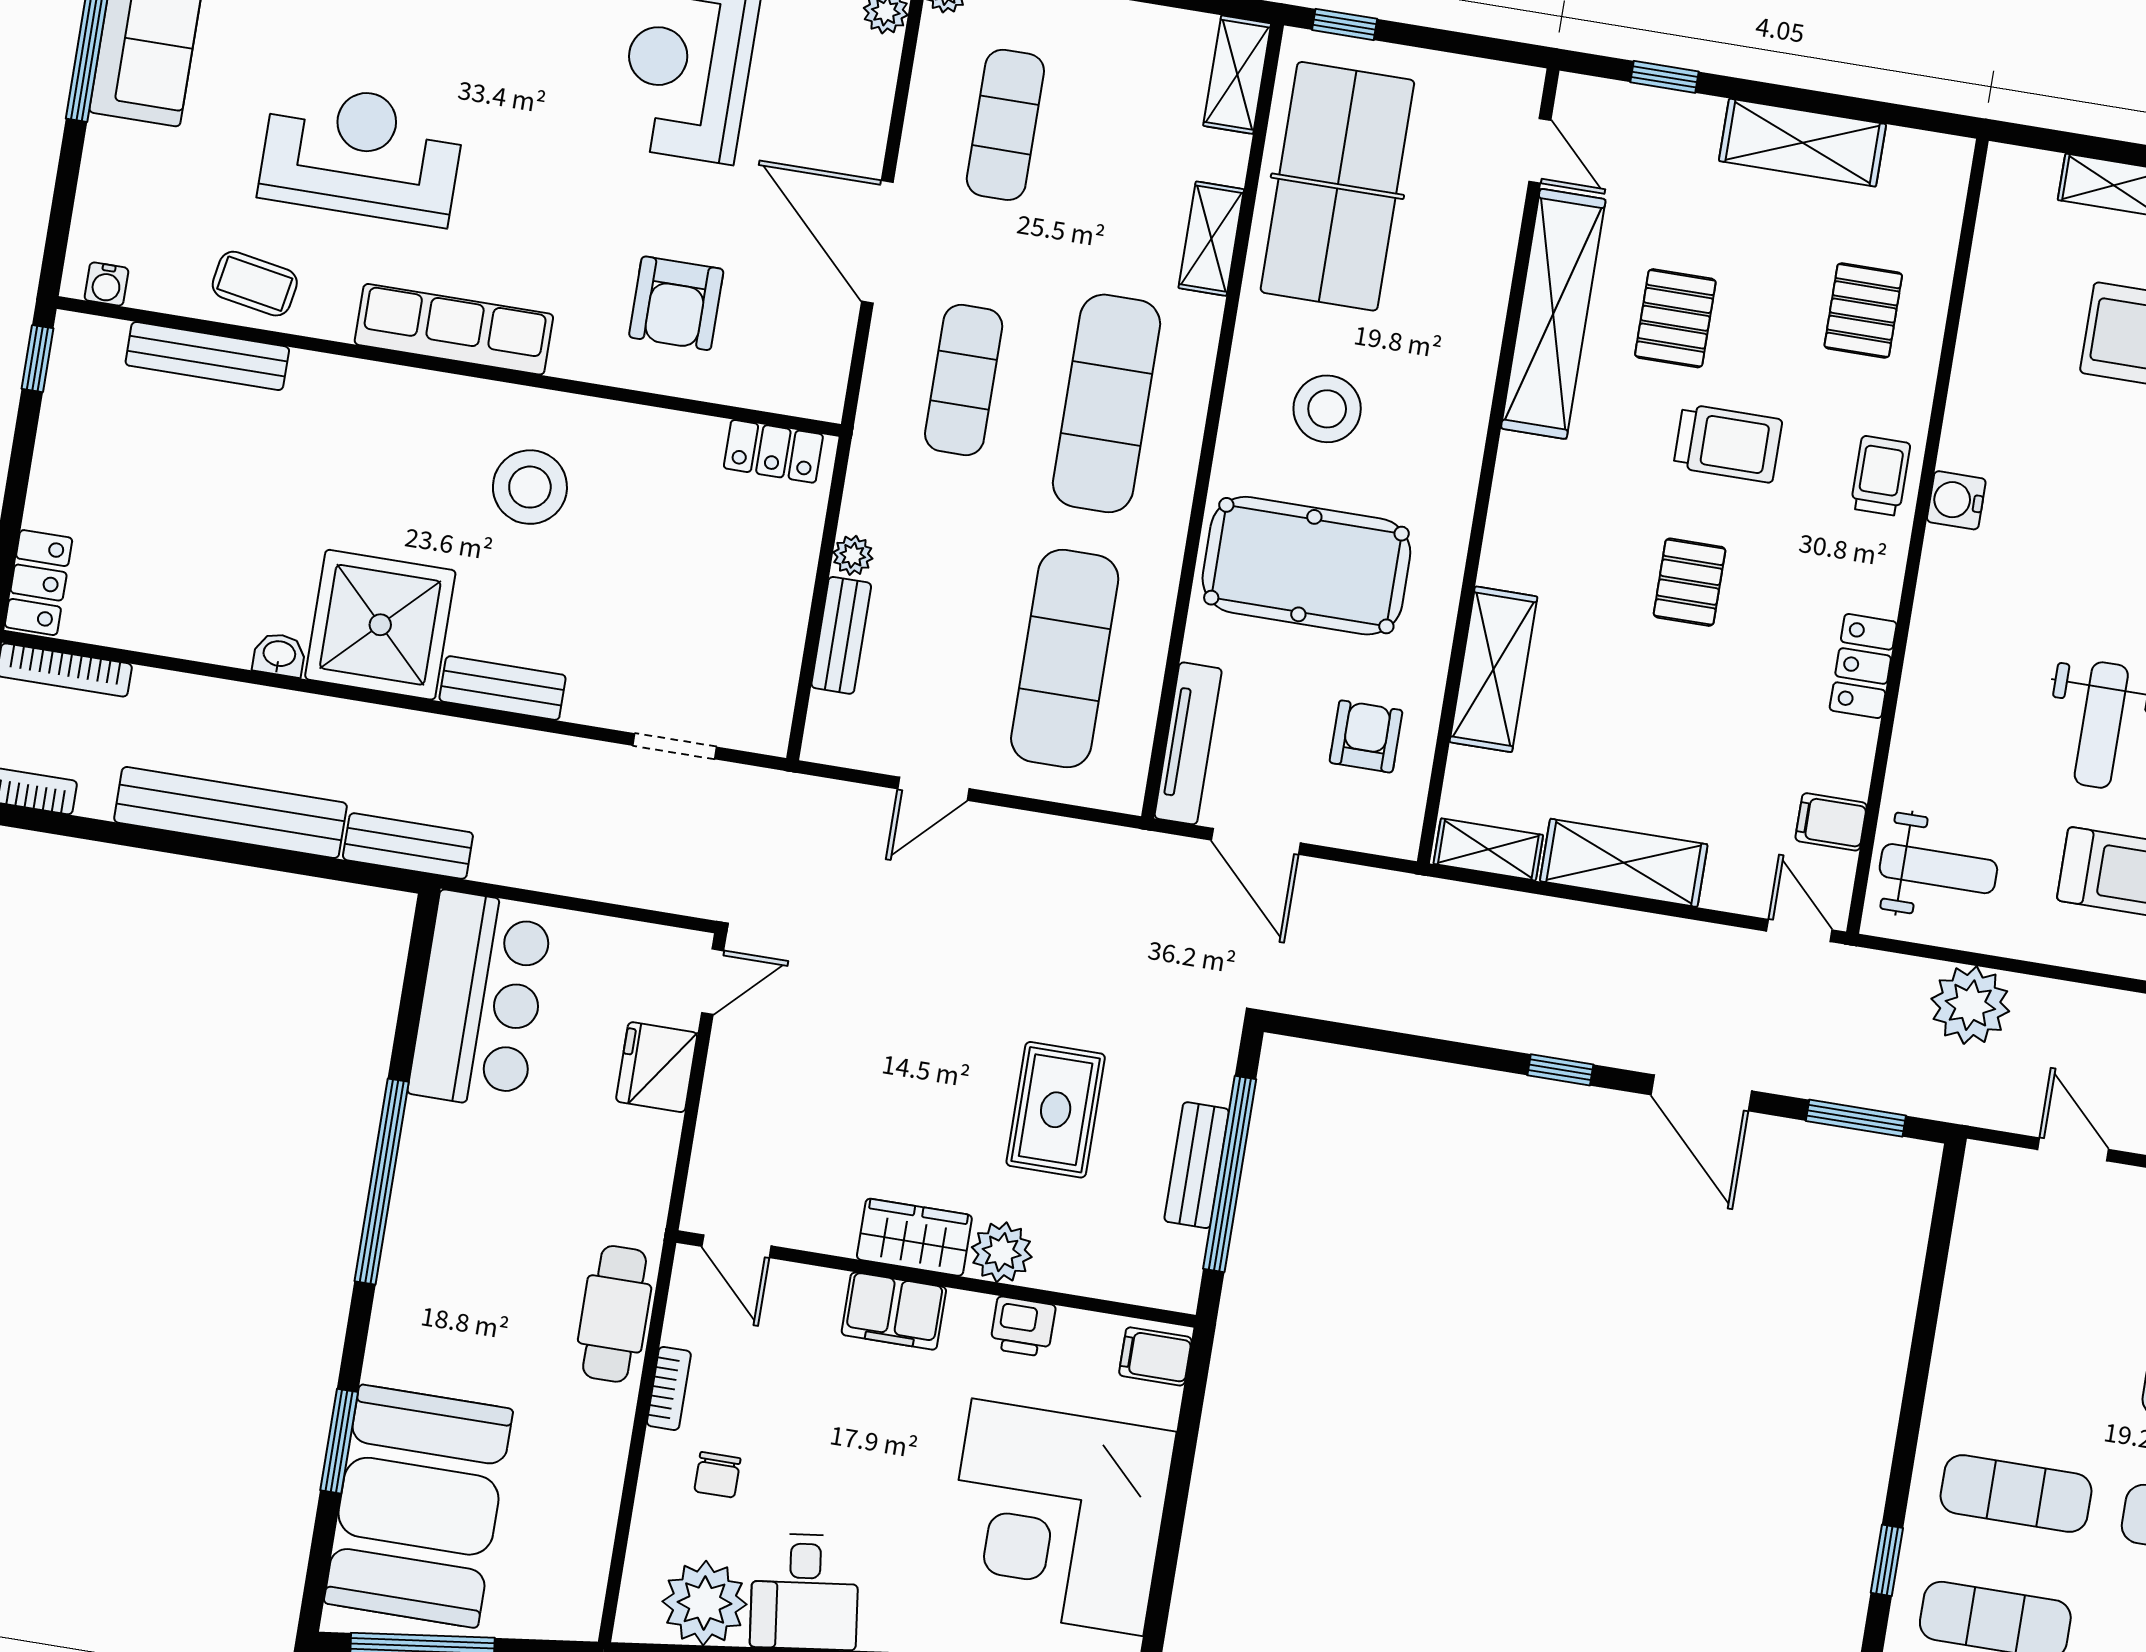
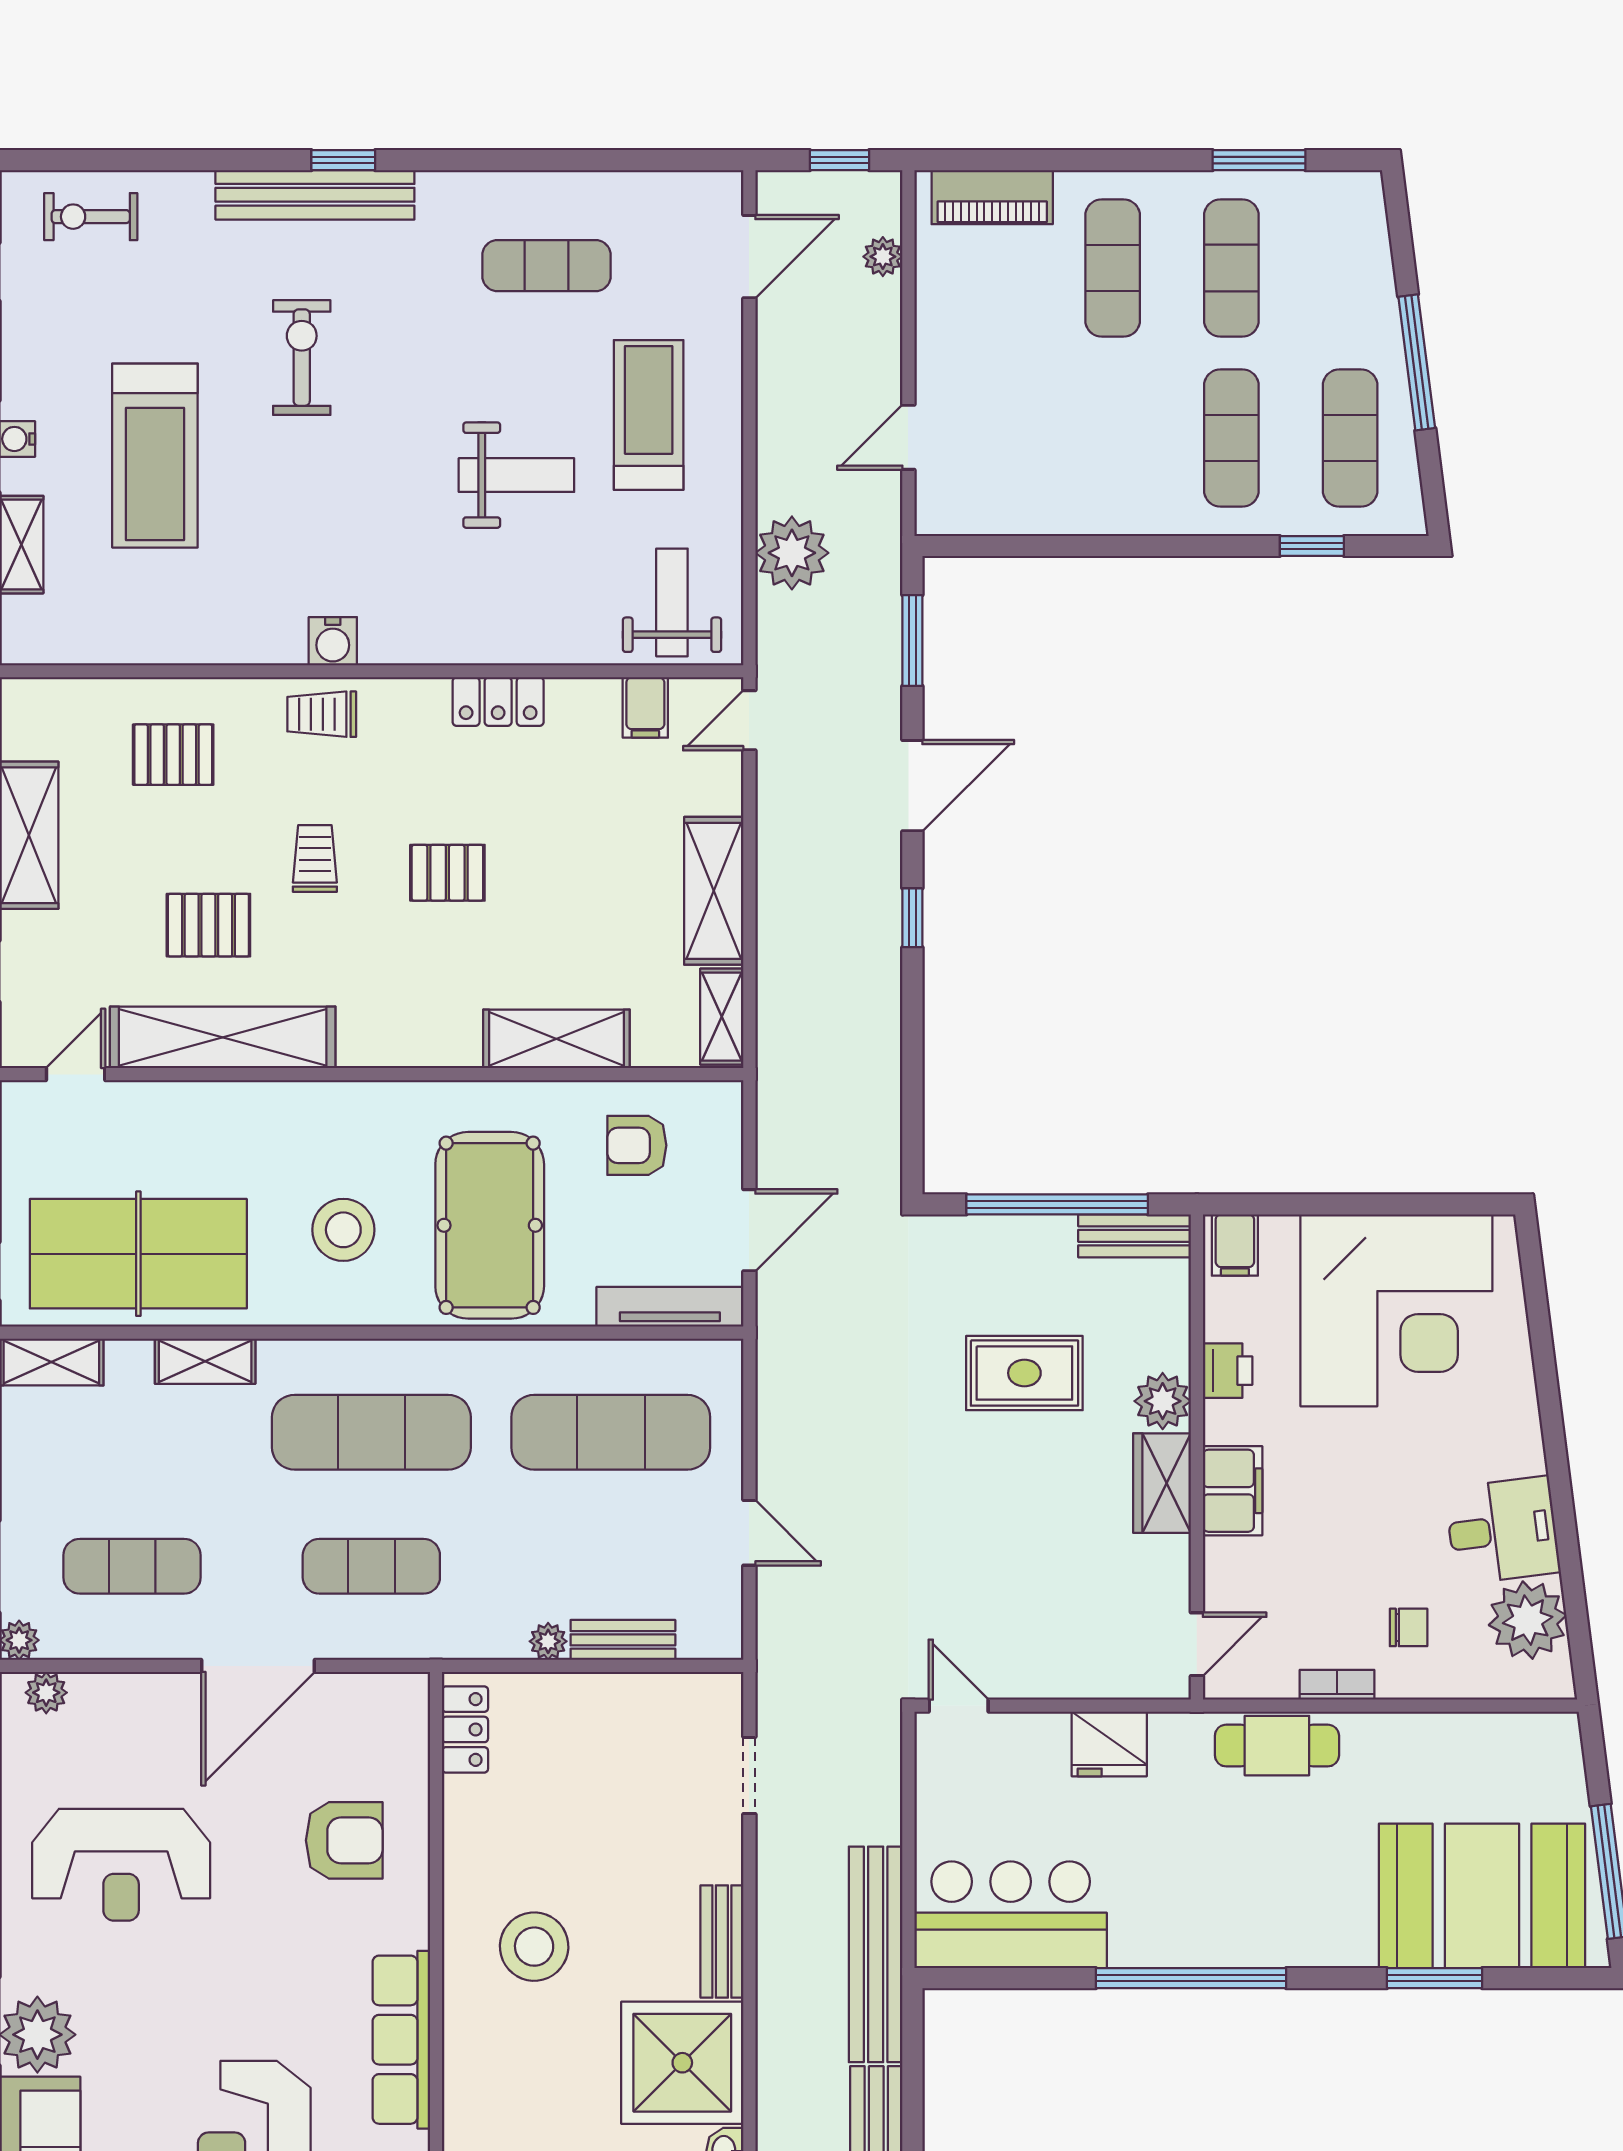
trolley: (1728, 443) -> (315, 859), width x0.73, depth x0.72
bench: (408, 846) -> (876, 1954), width x1.86, depth x1.21
fridge: (657, 1067) -> (1109, 1744), moved
bench: (1197, 1165) -> (1135, 1236), moved

